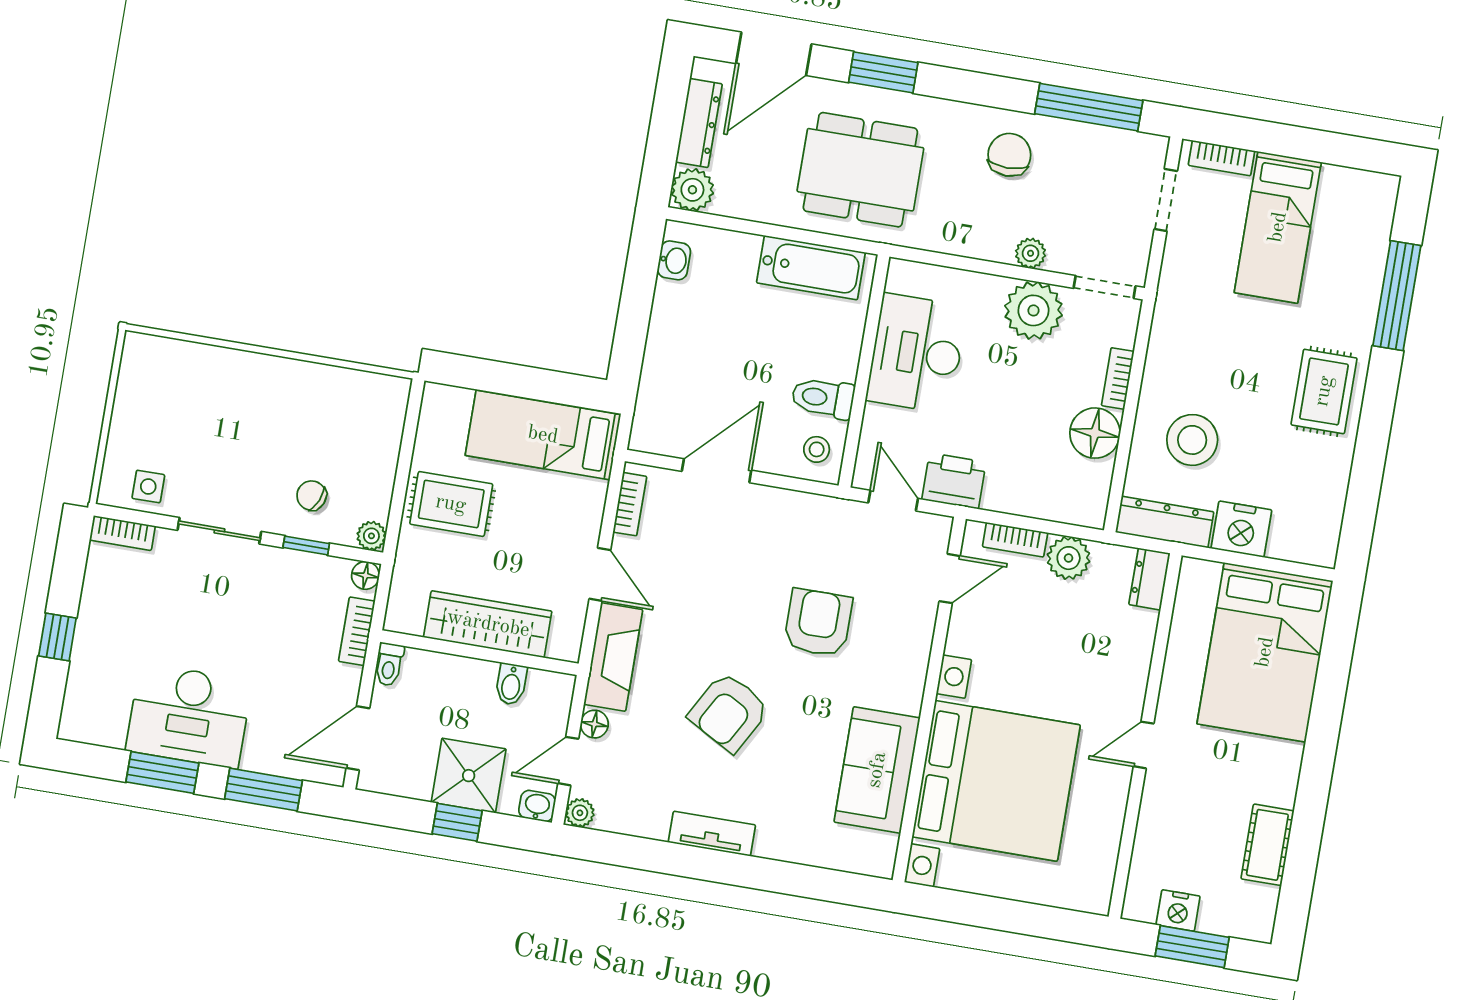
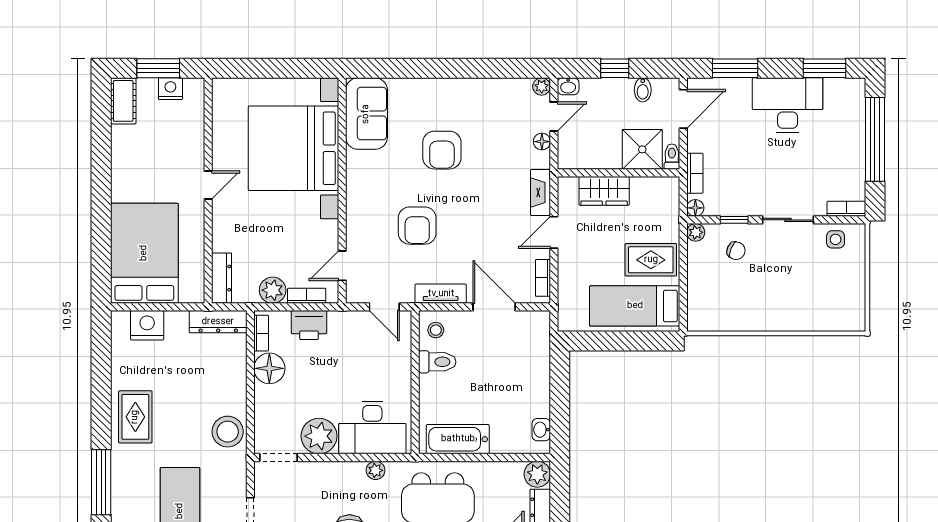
plant: (1030, 253) -> (376, 470), moved
desk: (917, 353) -> (372, 428), moved, turned 90
bookcase: (1118, 378) -> (261, 333), moved
bed: (543, 435) -> (635, 306), moved, turned 180
stool: (1192, 440) -> (228, 432), moved
door: (717, 471) -> (494, 307), swing flipped
printer: (954, 481) -> (309, 325), moved
nightstand: (1241, 529) -> (147, 325), moved
door: (600, 574) -> (554, 232), hinge flipped
dresser: (1149, 579) -> (222, 278), width x1.44
wardrobe: (488, 624) -> (604, 191), width x0.67
window: (57, 637) -> (875, 139), width x3.17
fireplace: (613, 657) -> (540, 193), width x0.73, depth x0.76
bidet: (511, 684) -> (643, 90), moved, turned 180
armchair: (729, 712) -> (442, 150), moved, turned 151
sofa: (877, 770) -> (366, 114), moved
window: (162, 772) -> (825, 68), moved
shower: (469, 776) -> (642, 149), moved
tv unit: (712, 834) -> (441, 294), moved, turned 180
cot: (1267, 845) -> (123, 101), moved

